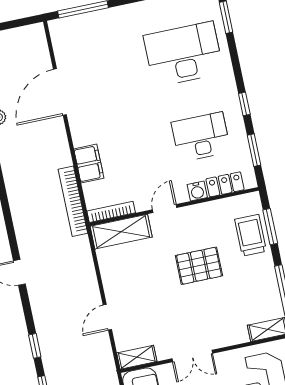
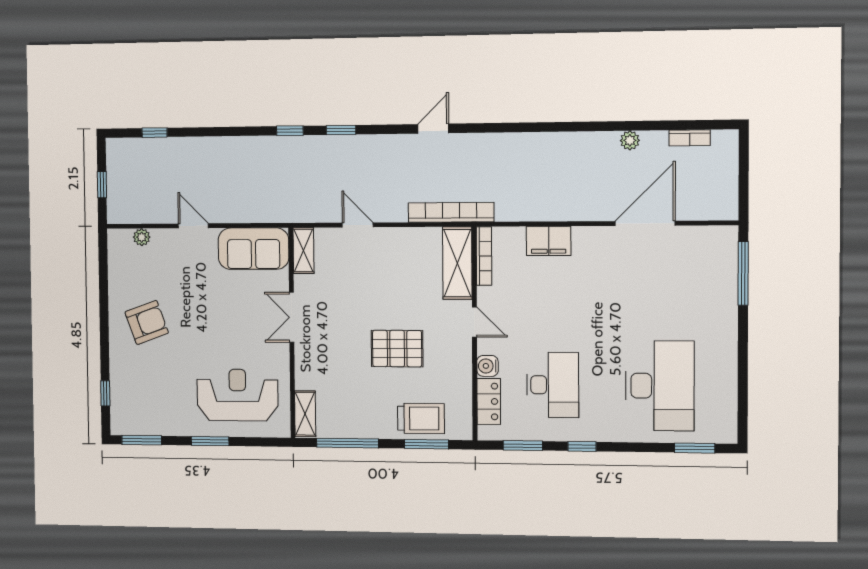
door: (60, 92) -> (645, 223), hinge flipped
bookcase: (73, 201) -> (451, 212), moved
pallet: (199, 266) -> (397, 349), turned 90

